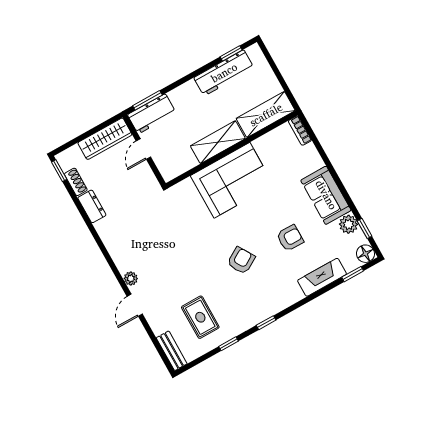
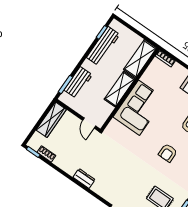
workbench: (152, 114) -> (78, 82), moved
door: (143, 149) -> (89, 123), moved
dresser: (92, 206) -> (84, 178), moved
armchair: (241, 260) -> (168, 153), turned -149
plant: (131, 278) -> (107, 196), removed

